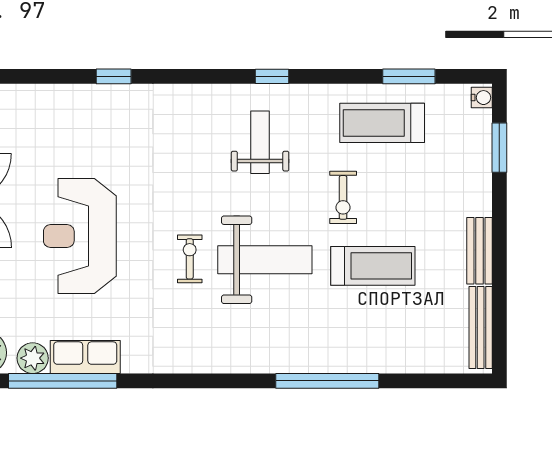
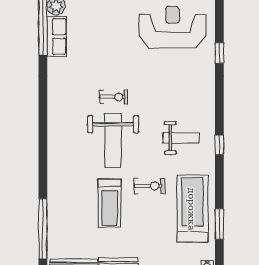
treadmill: (382, 123) -> (192, 209), width x1.37, depth x1.38
exercise bike: (343, 197) -> (149, 186), turned 180
reception desk: (80, 236) -> (172, 27), moved
window: (327, 381) -> (43, 229), moved

